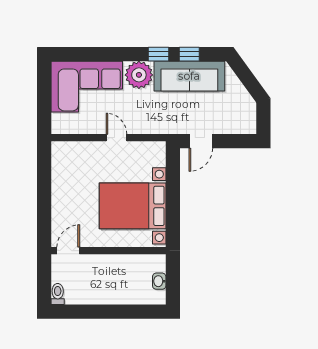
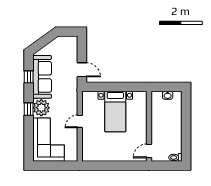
window: (158, 54) -> (29, 109), moved
bed with nightstands: (133, 206) -> (115, 112), width x0.73
door: (68, 251) -> (149, 151), hinge flipped

